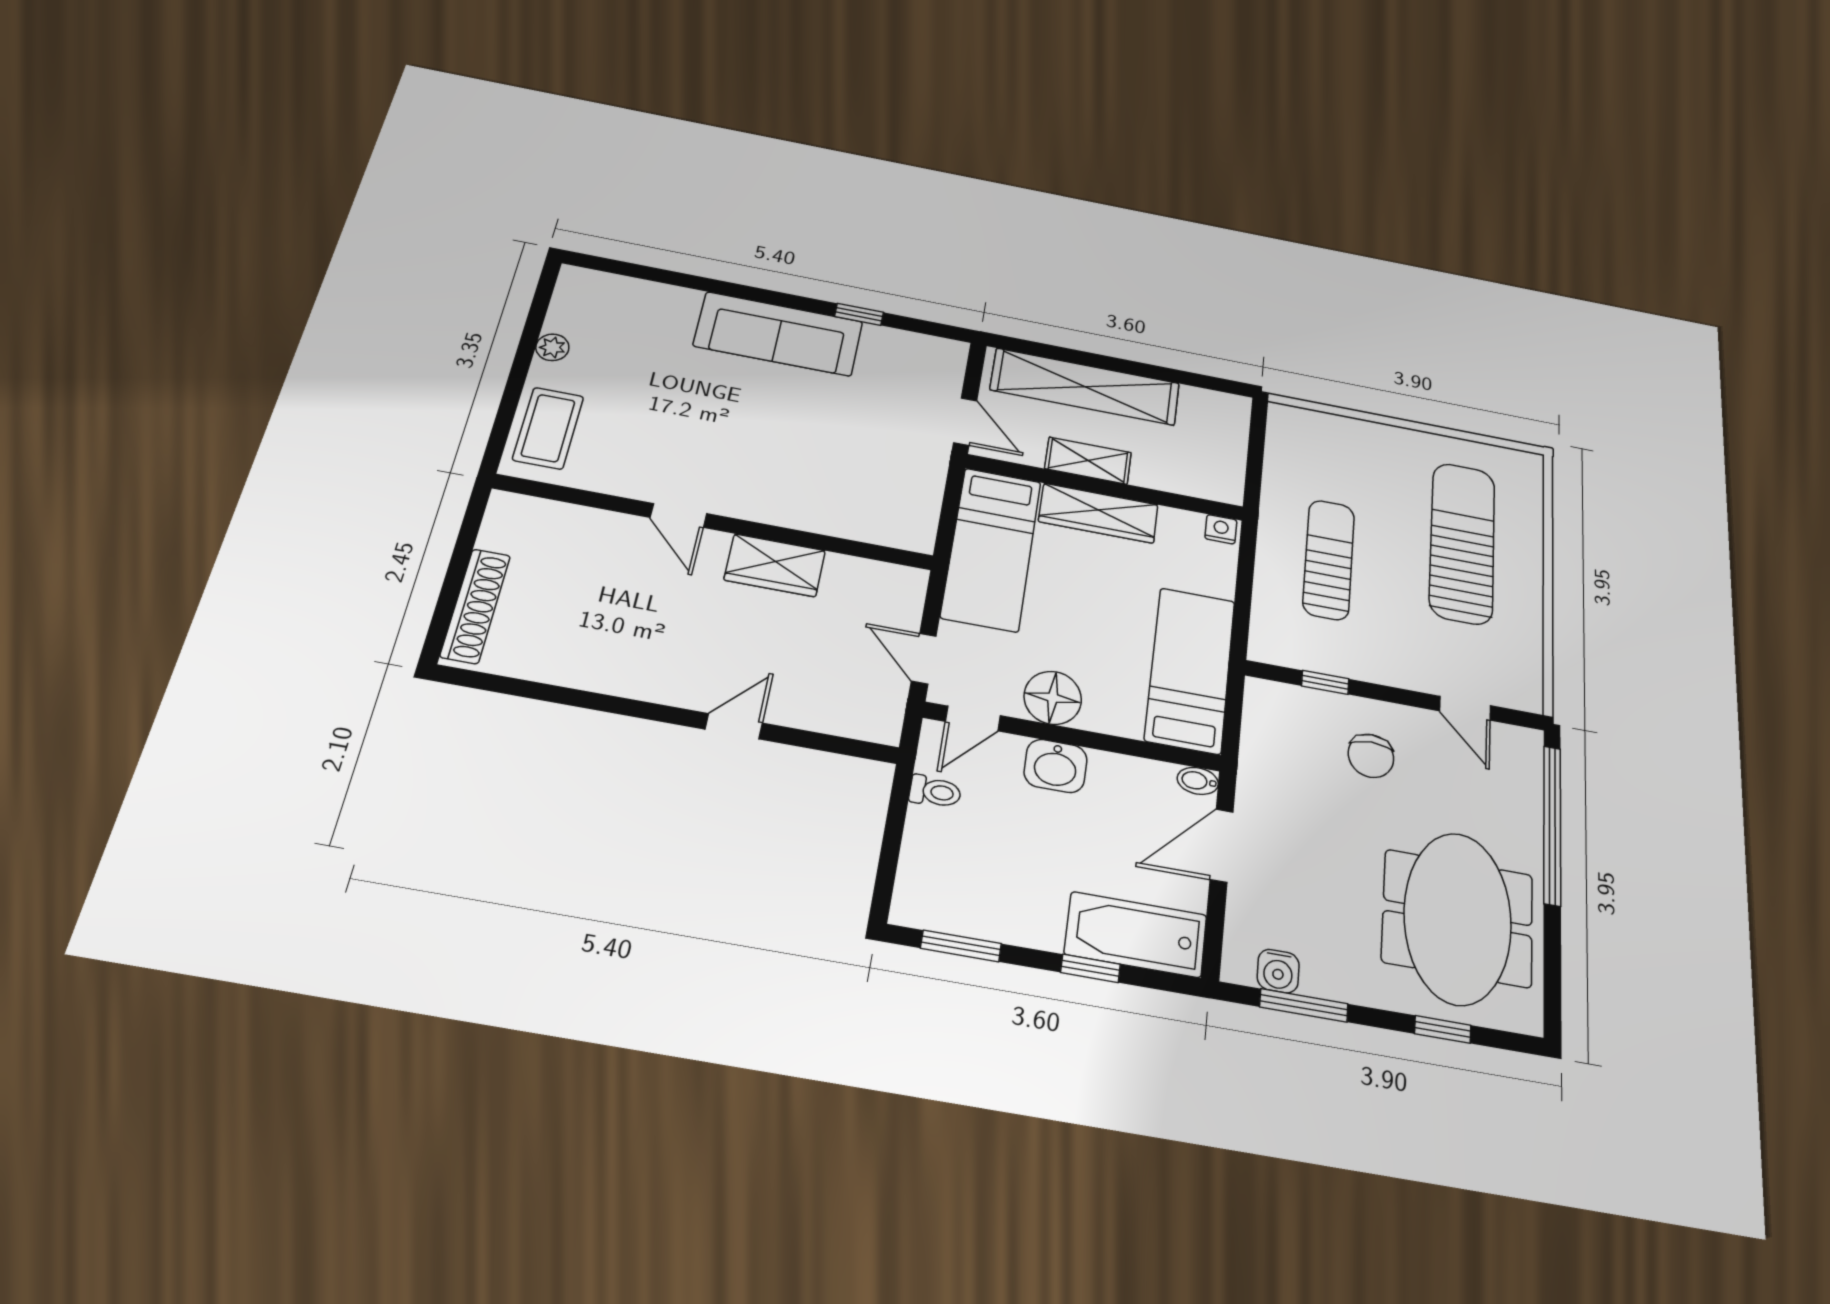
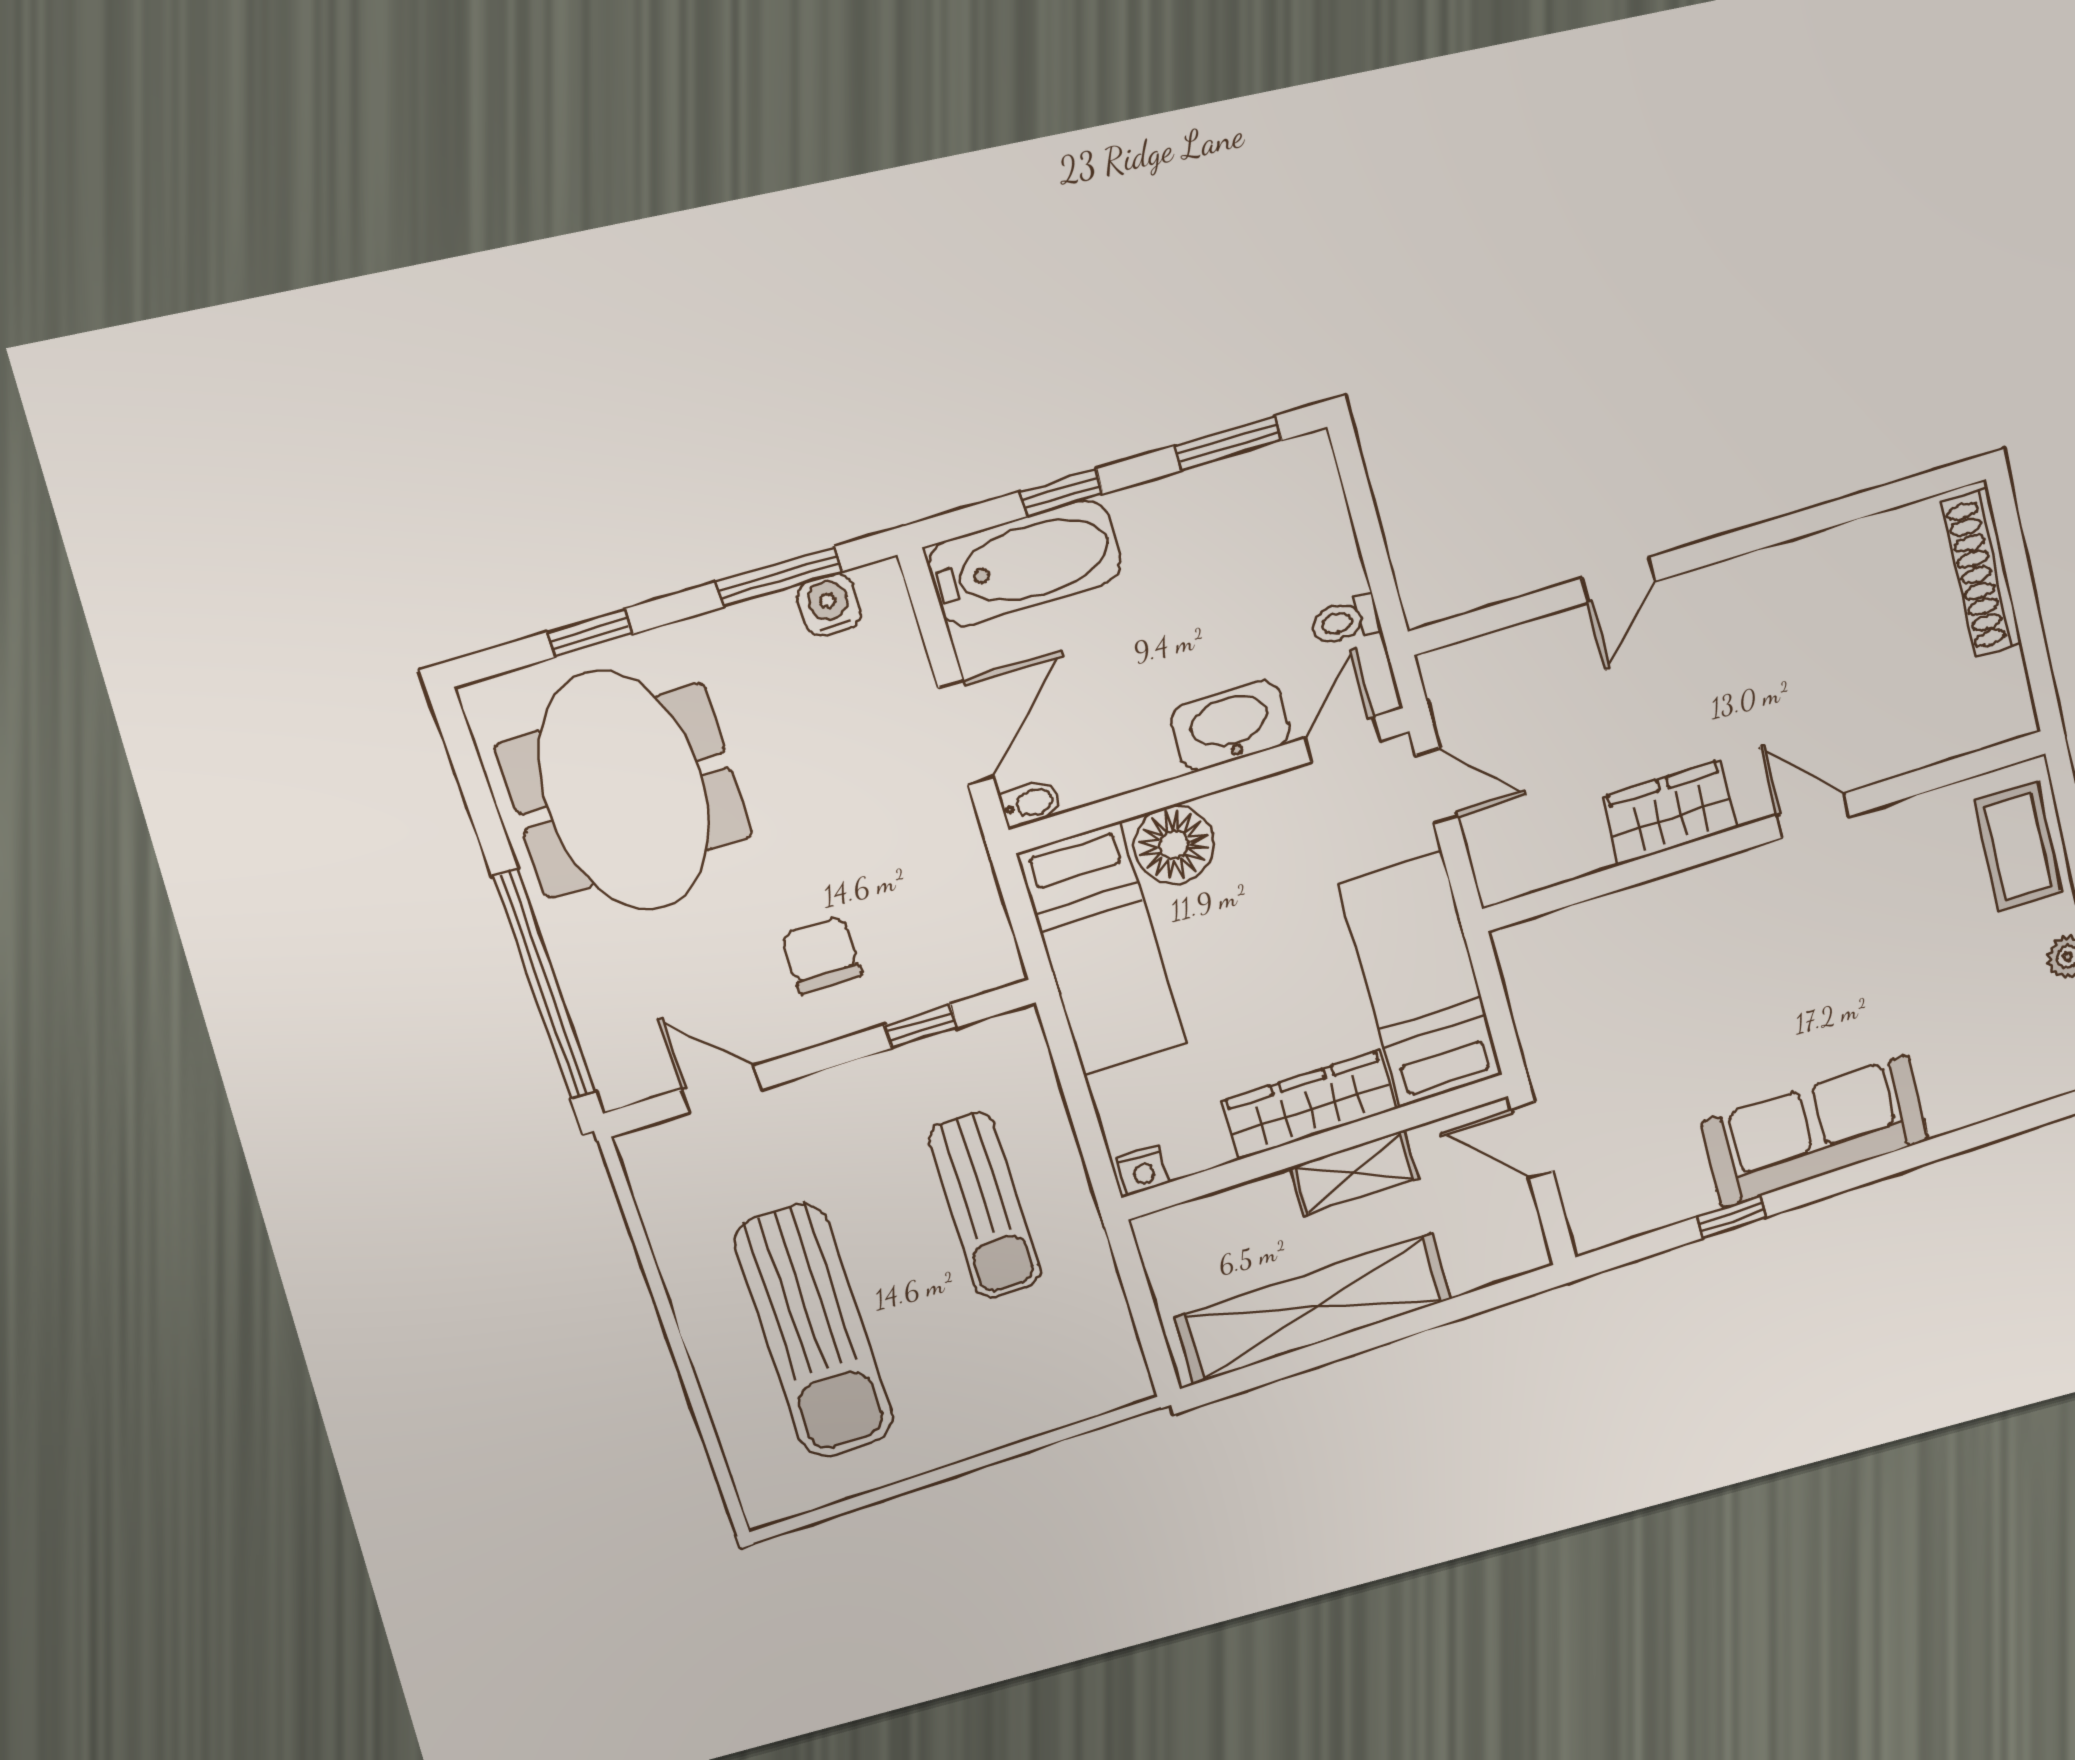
shelving: (1085, 387) -> (1313, 1308), moved
floor lamp: (1053, 698) -> (1174, 845), moved
washbasin: (1056, 766) -> (1230, 726), width x1.38

